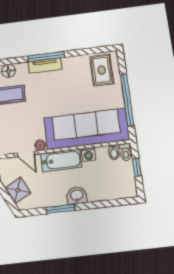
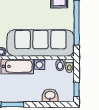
window: (137, 167) -> (77, 90), moved
washbasin: (77, 195) -> (50, 96), moved

